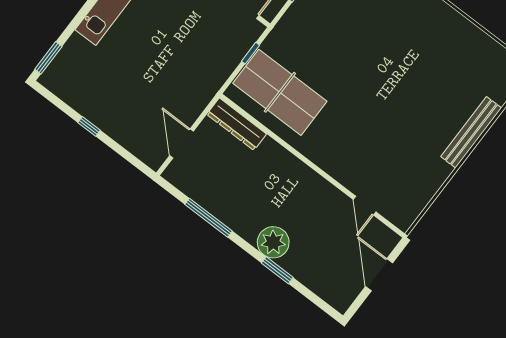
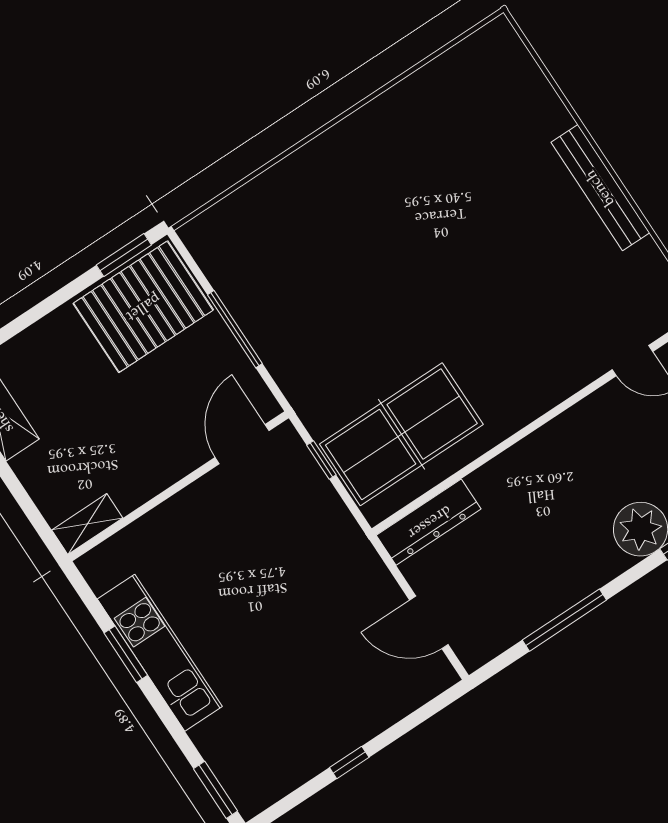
bench: (471, 132) -> (600, 188), moved

